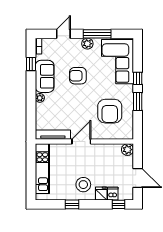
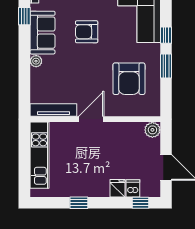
stool: (83, 185) -> (94, 176), removed

